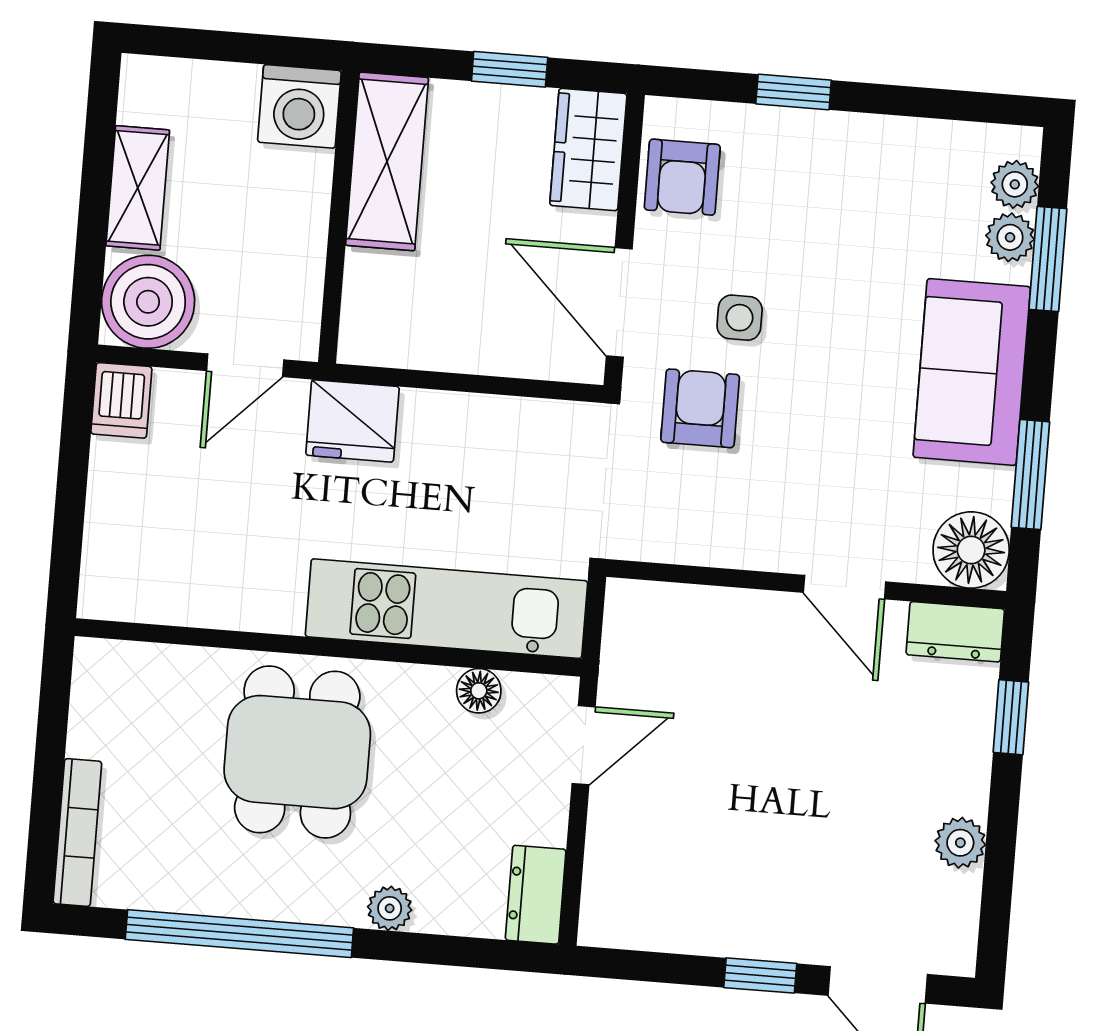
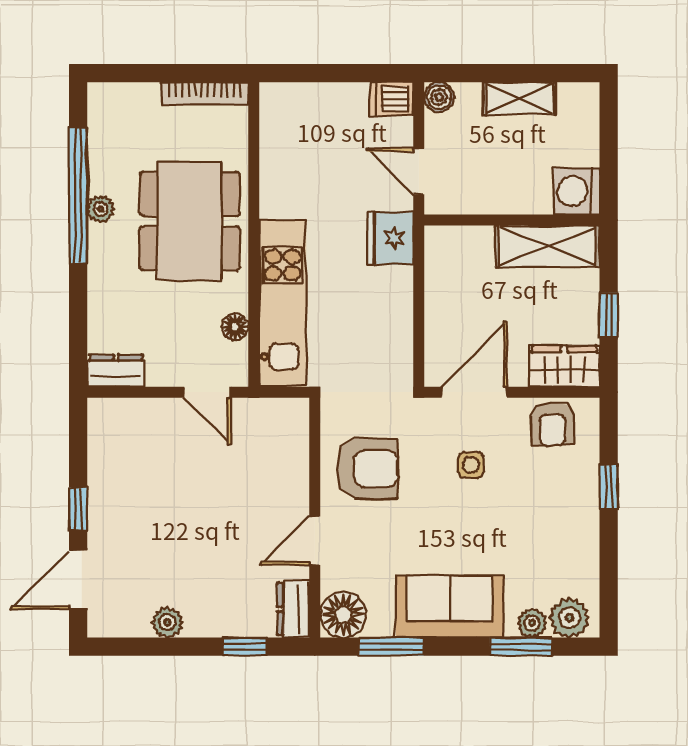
armchair: (682, 177) -> (552, 424), turned -92
plant: (1015, 184) -> (569, 618), width x1.38, depth x1.38
boiler: (148, 302) -> (439, 97), width x0.54, depth x0.54
armchair: (700, 408) -> (367, 468), moved, width x1.38, depth x1.38
dining table: (297, 752) -> (190, 221), width x1.37
bookcase: (77, 833) -> (205, 93), moved
plant: (390, 908) -> (101, 209), moved

